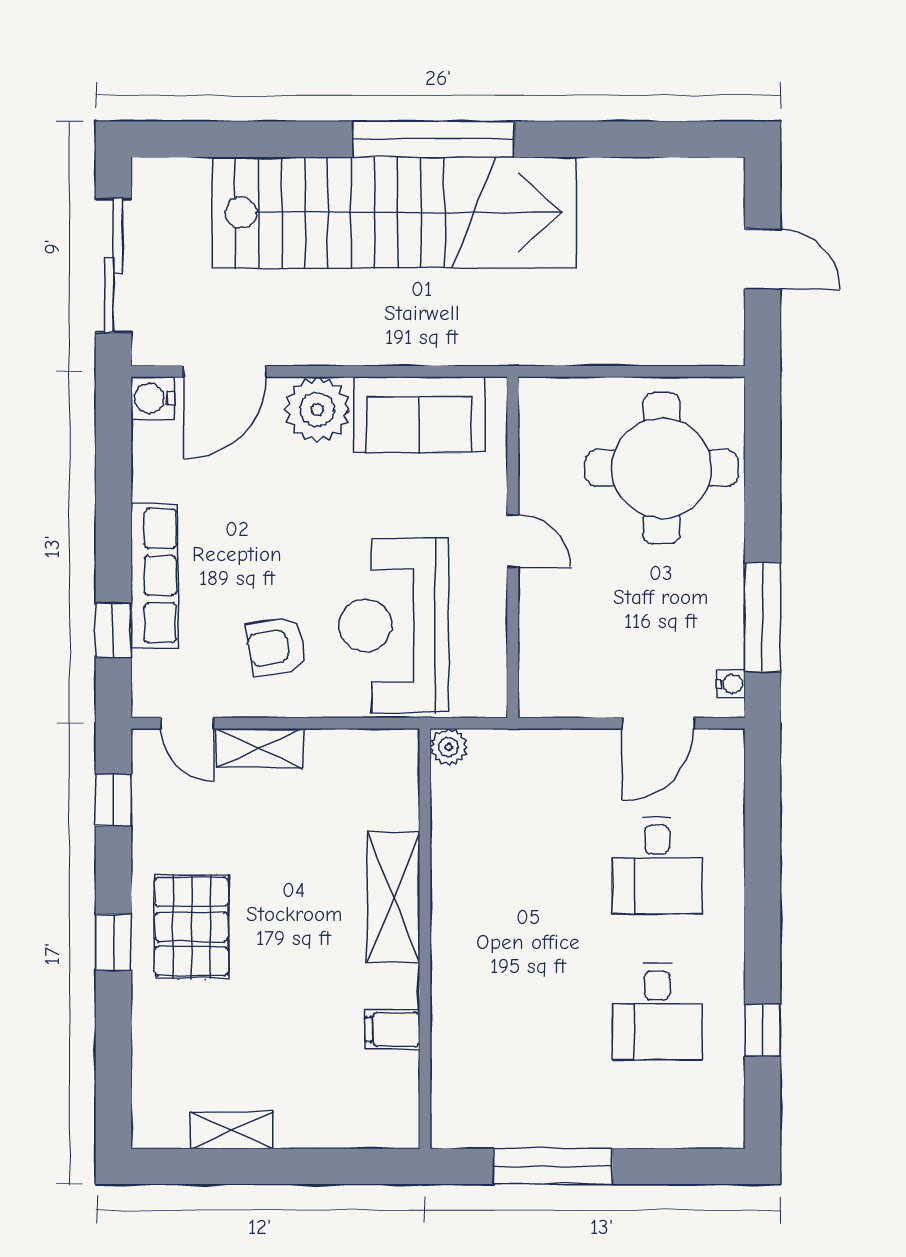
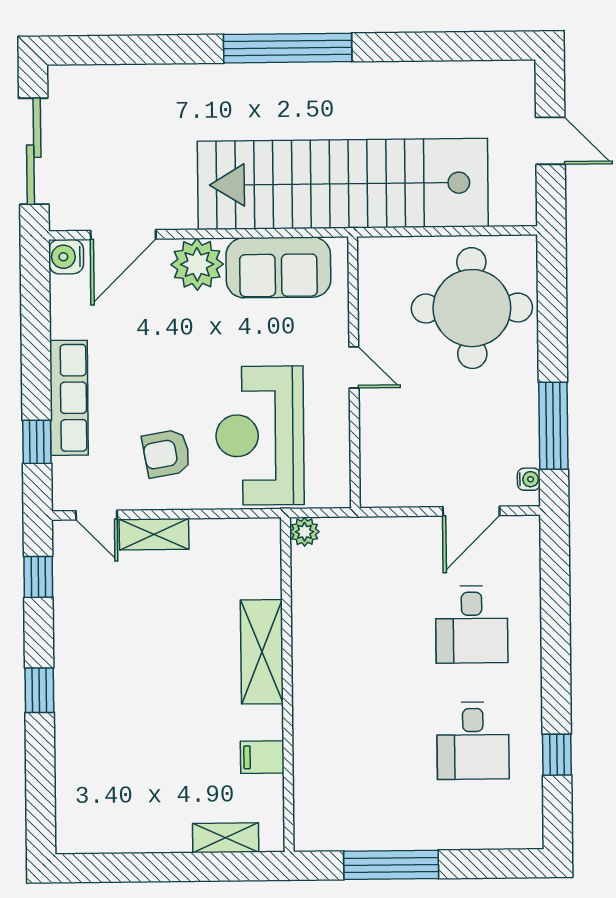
stairs: (394, 212) -> (343, 184), moved, turned 180
pallet: (191, 927) -> (101, 677), removed
shelving: (231, 1130) -> (226, 838), moved

